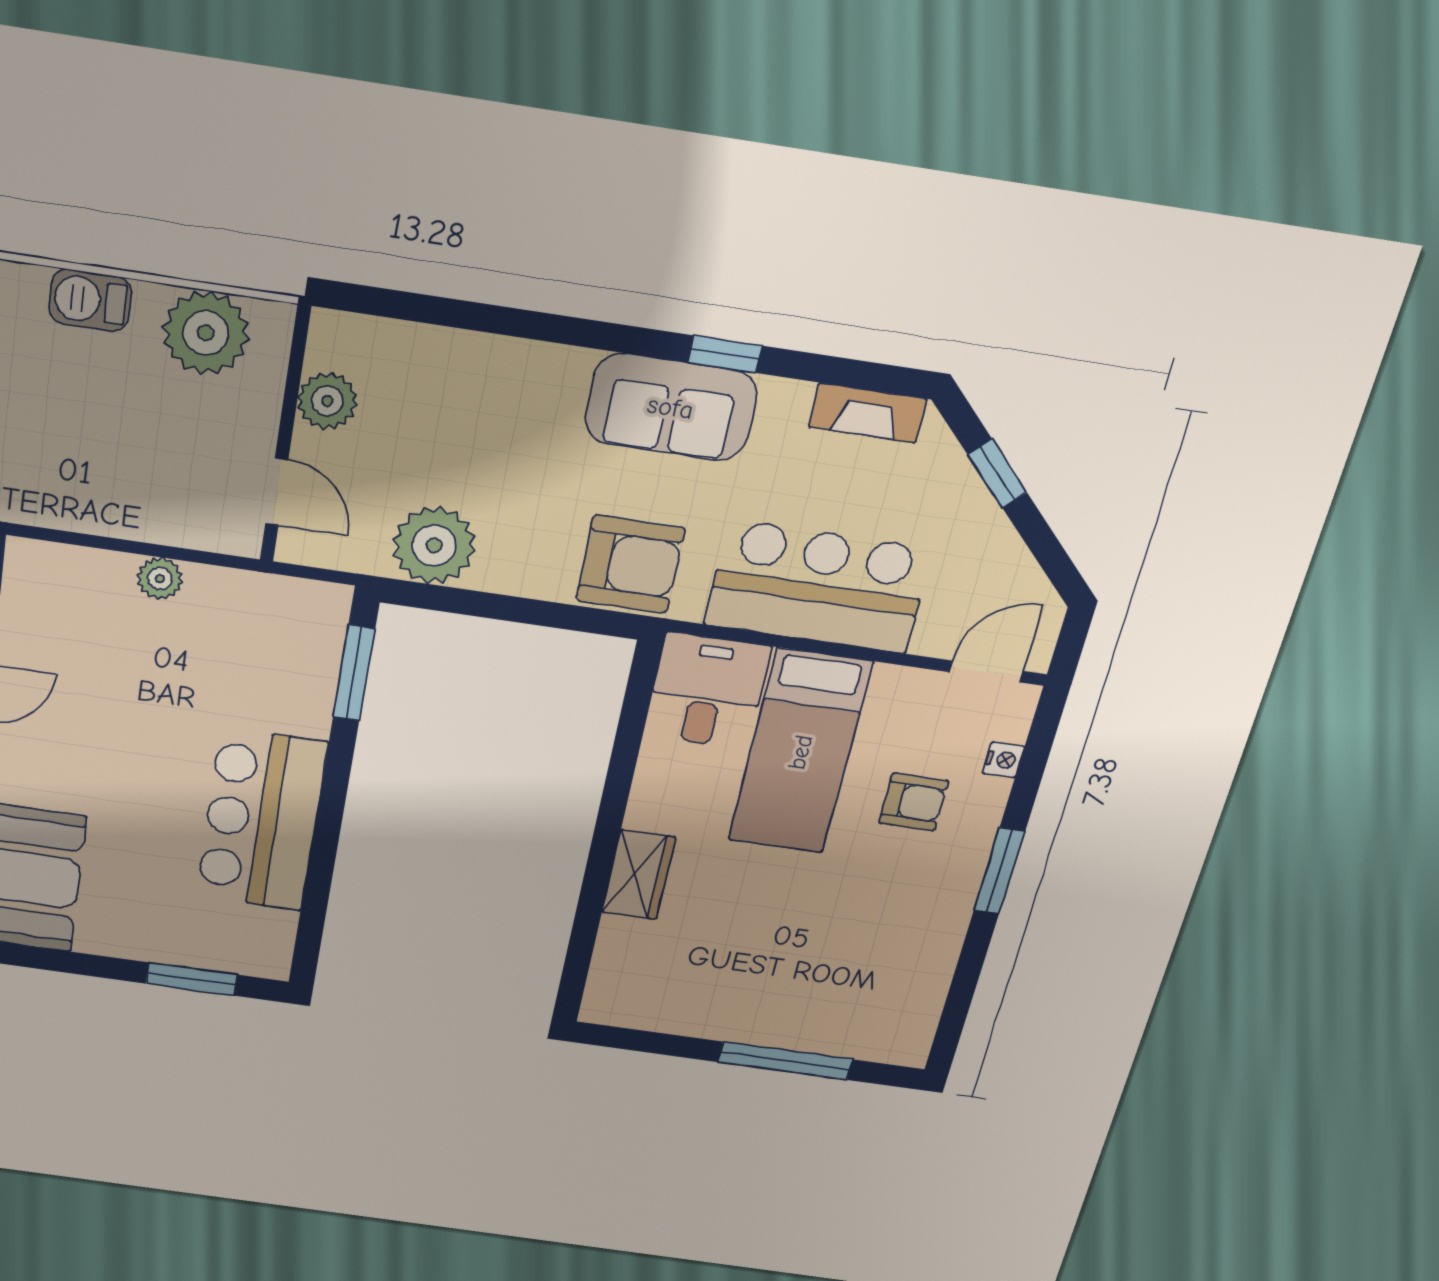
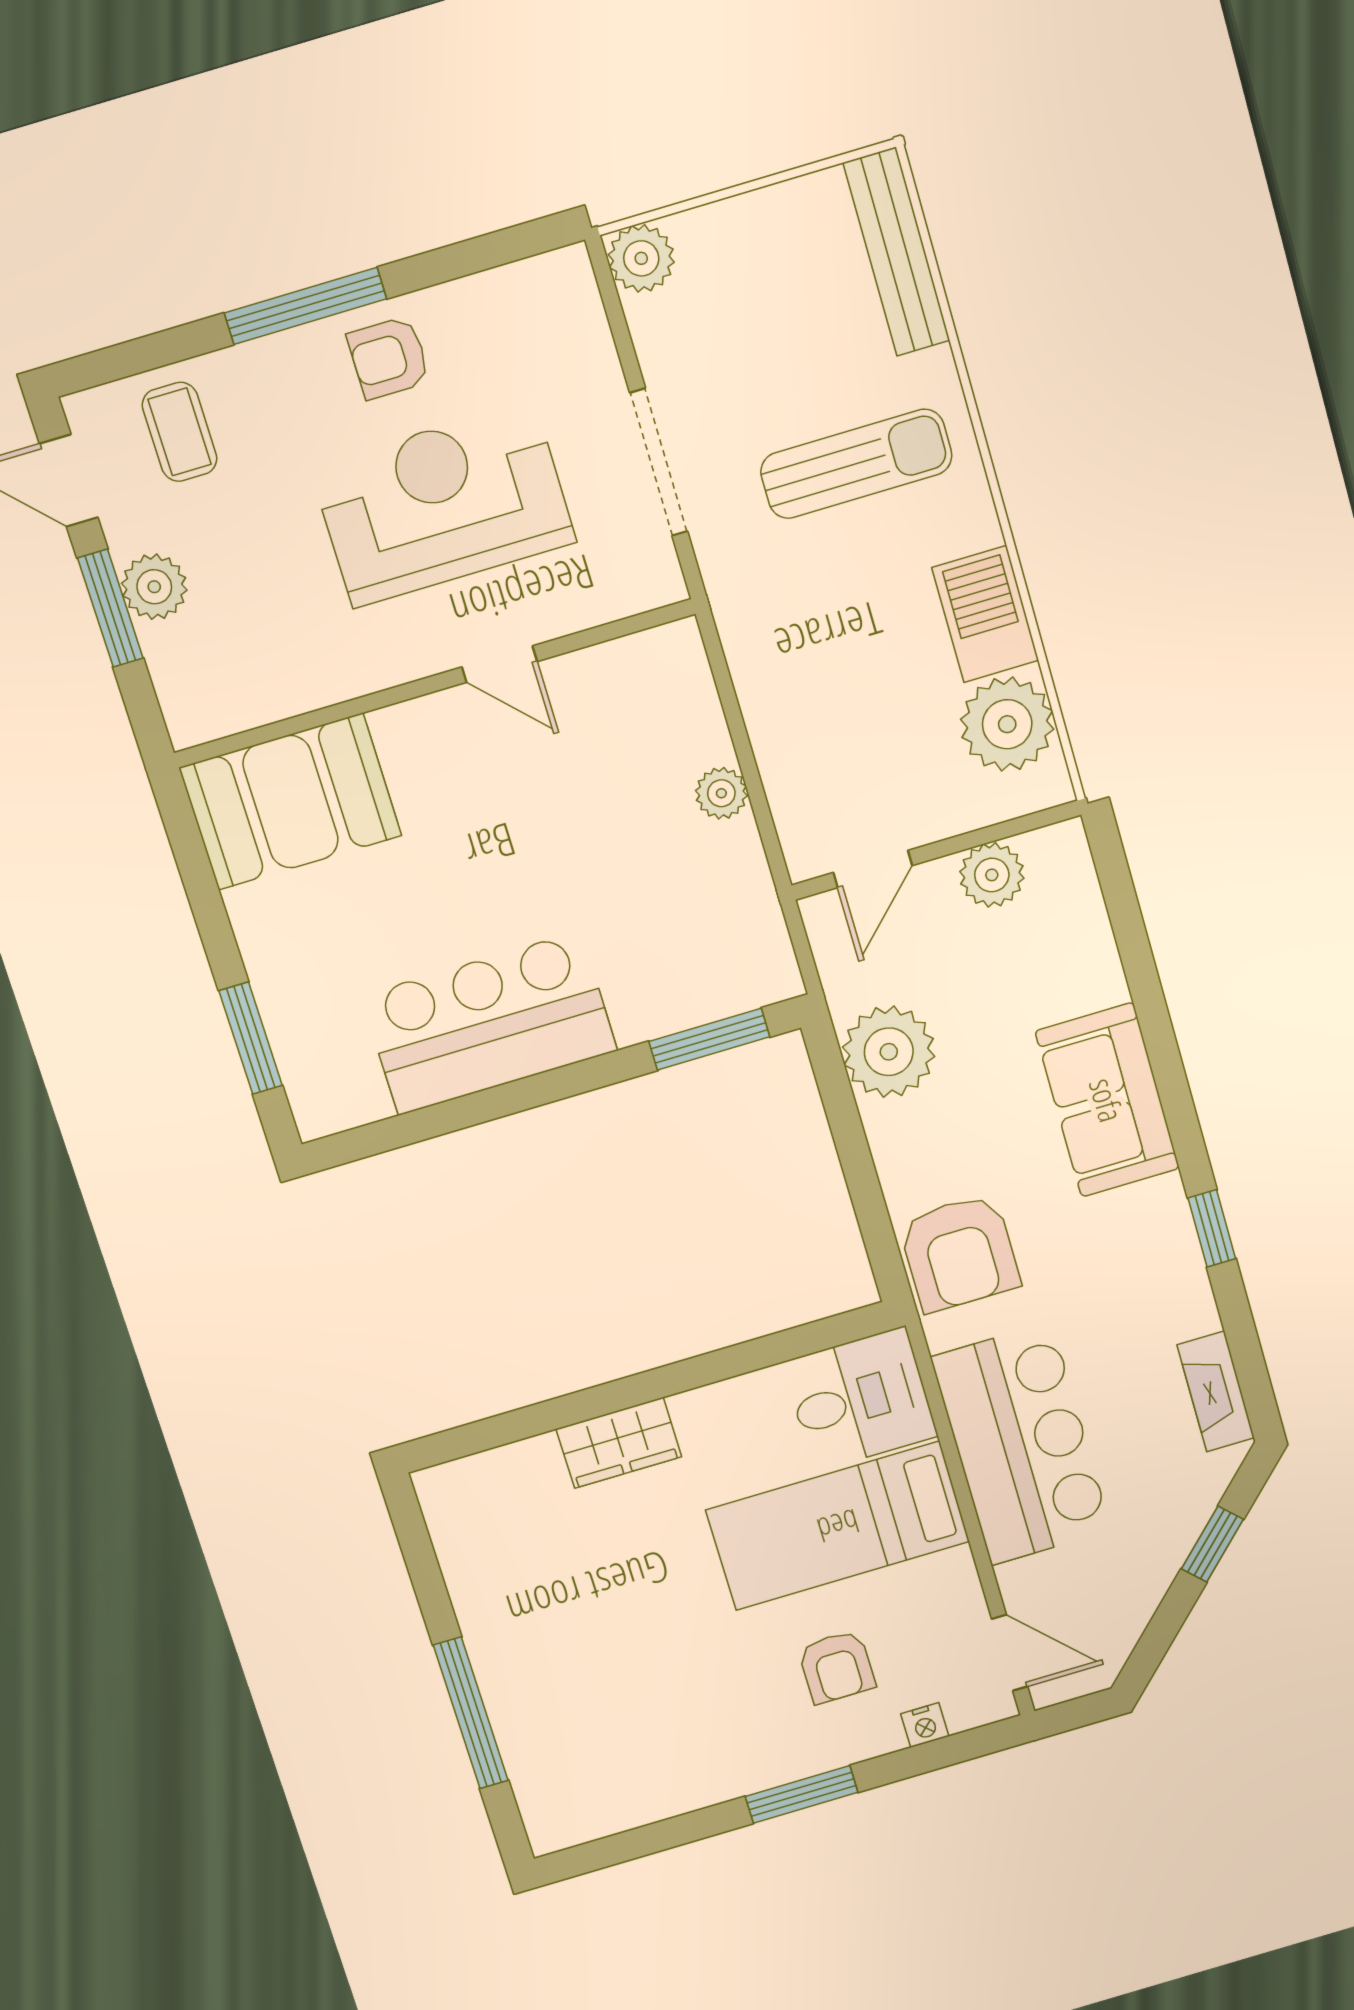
barbecue: (90, 300) -> (985, 614), width x1.38, depth x1.27
sofa: (671, 407) -> (1107, 1100), moved

